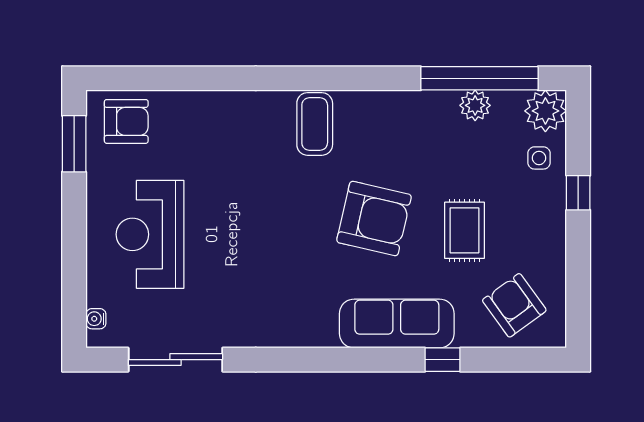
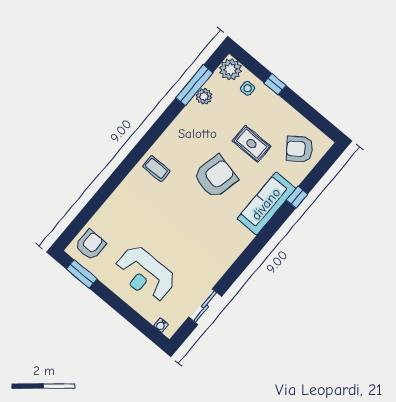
window: (479, 78) -> (194, 85), width x0.68
coffee table: (315, 124) -> (156, 169), width x0.73, depth x0.77
sliding door: (175, 360) -> (205, 307), width x0.73

